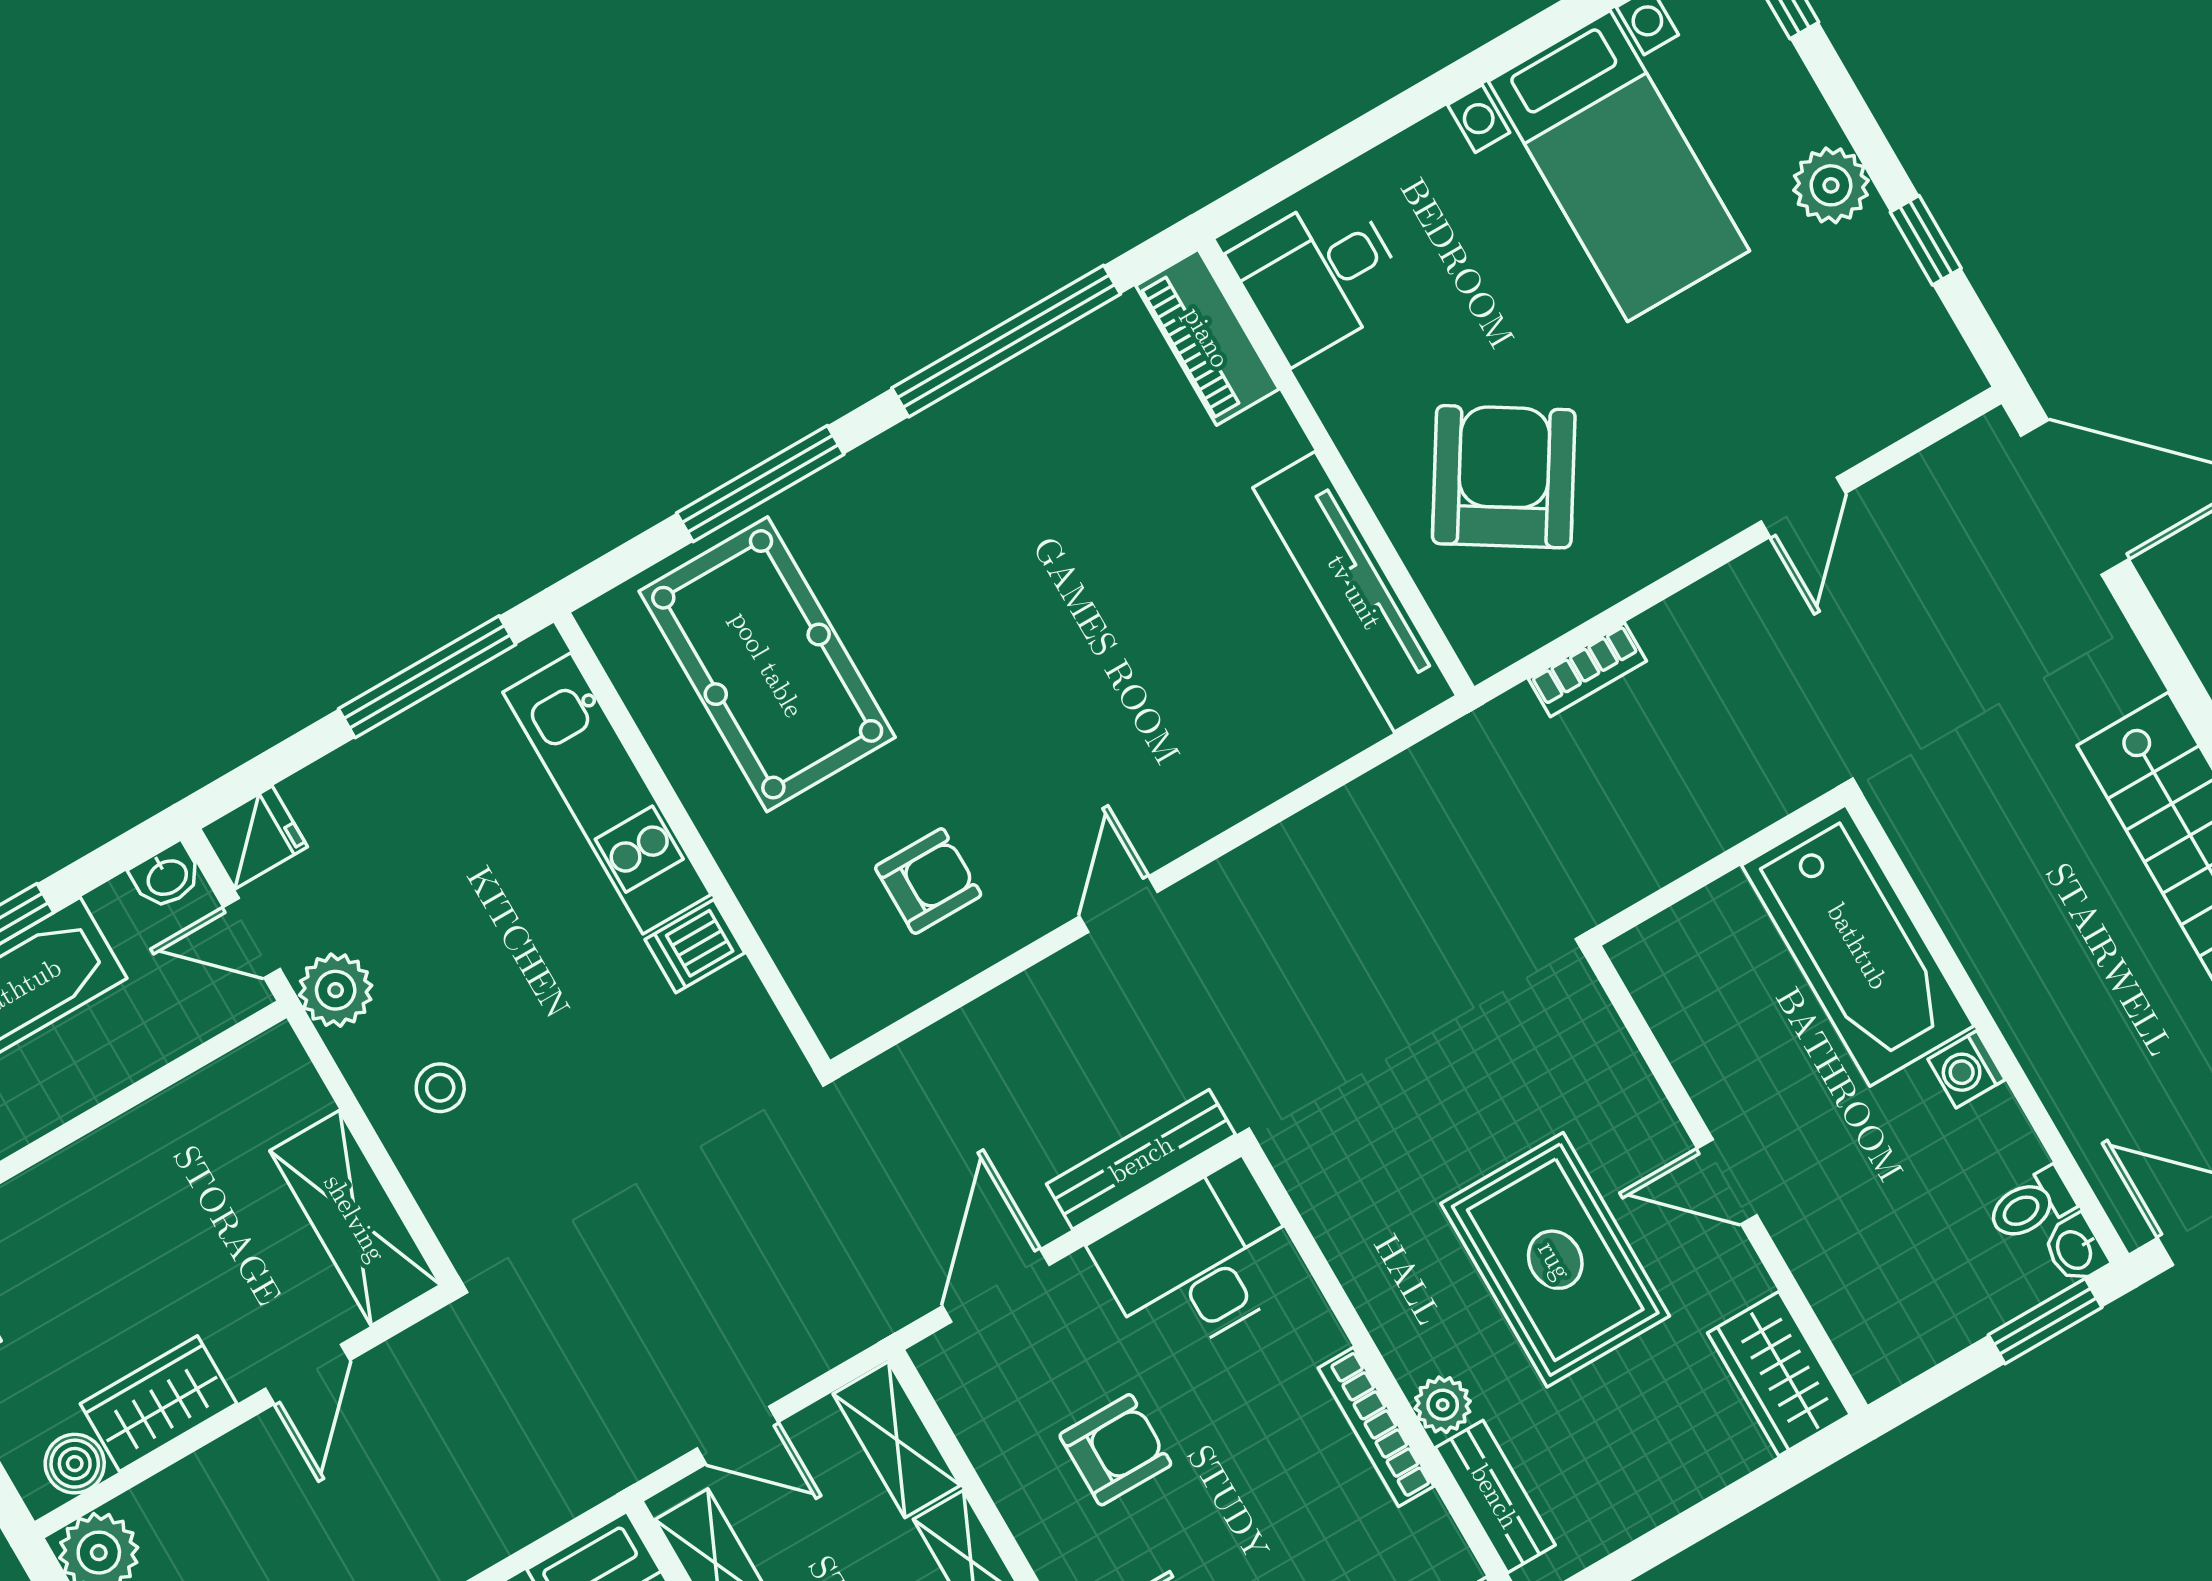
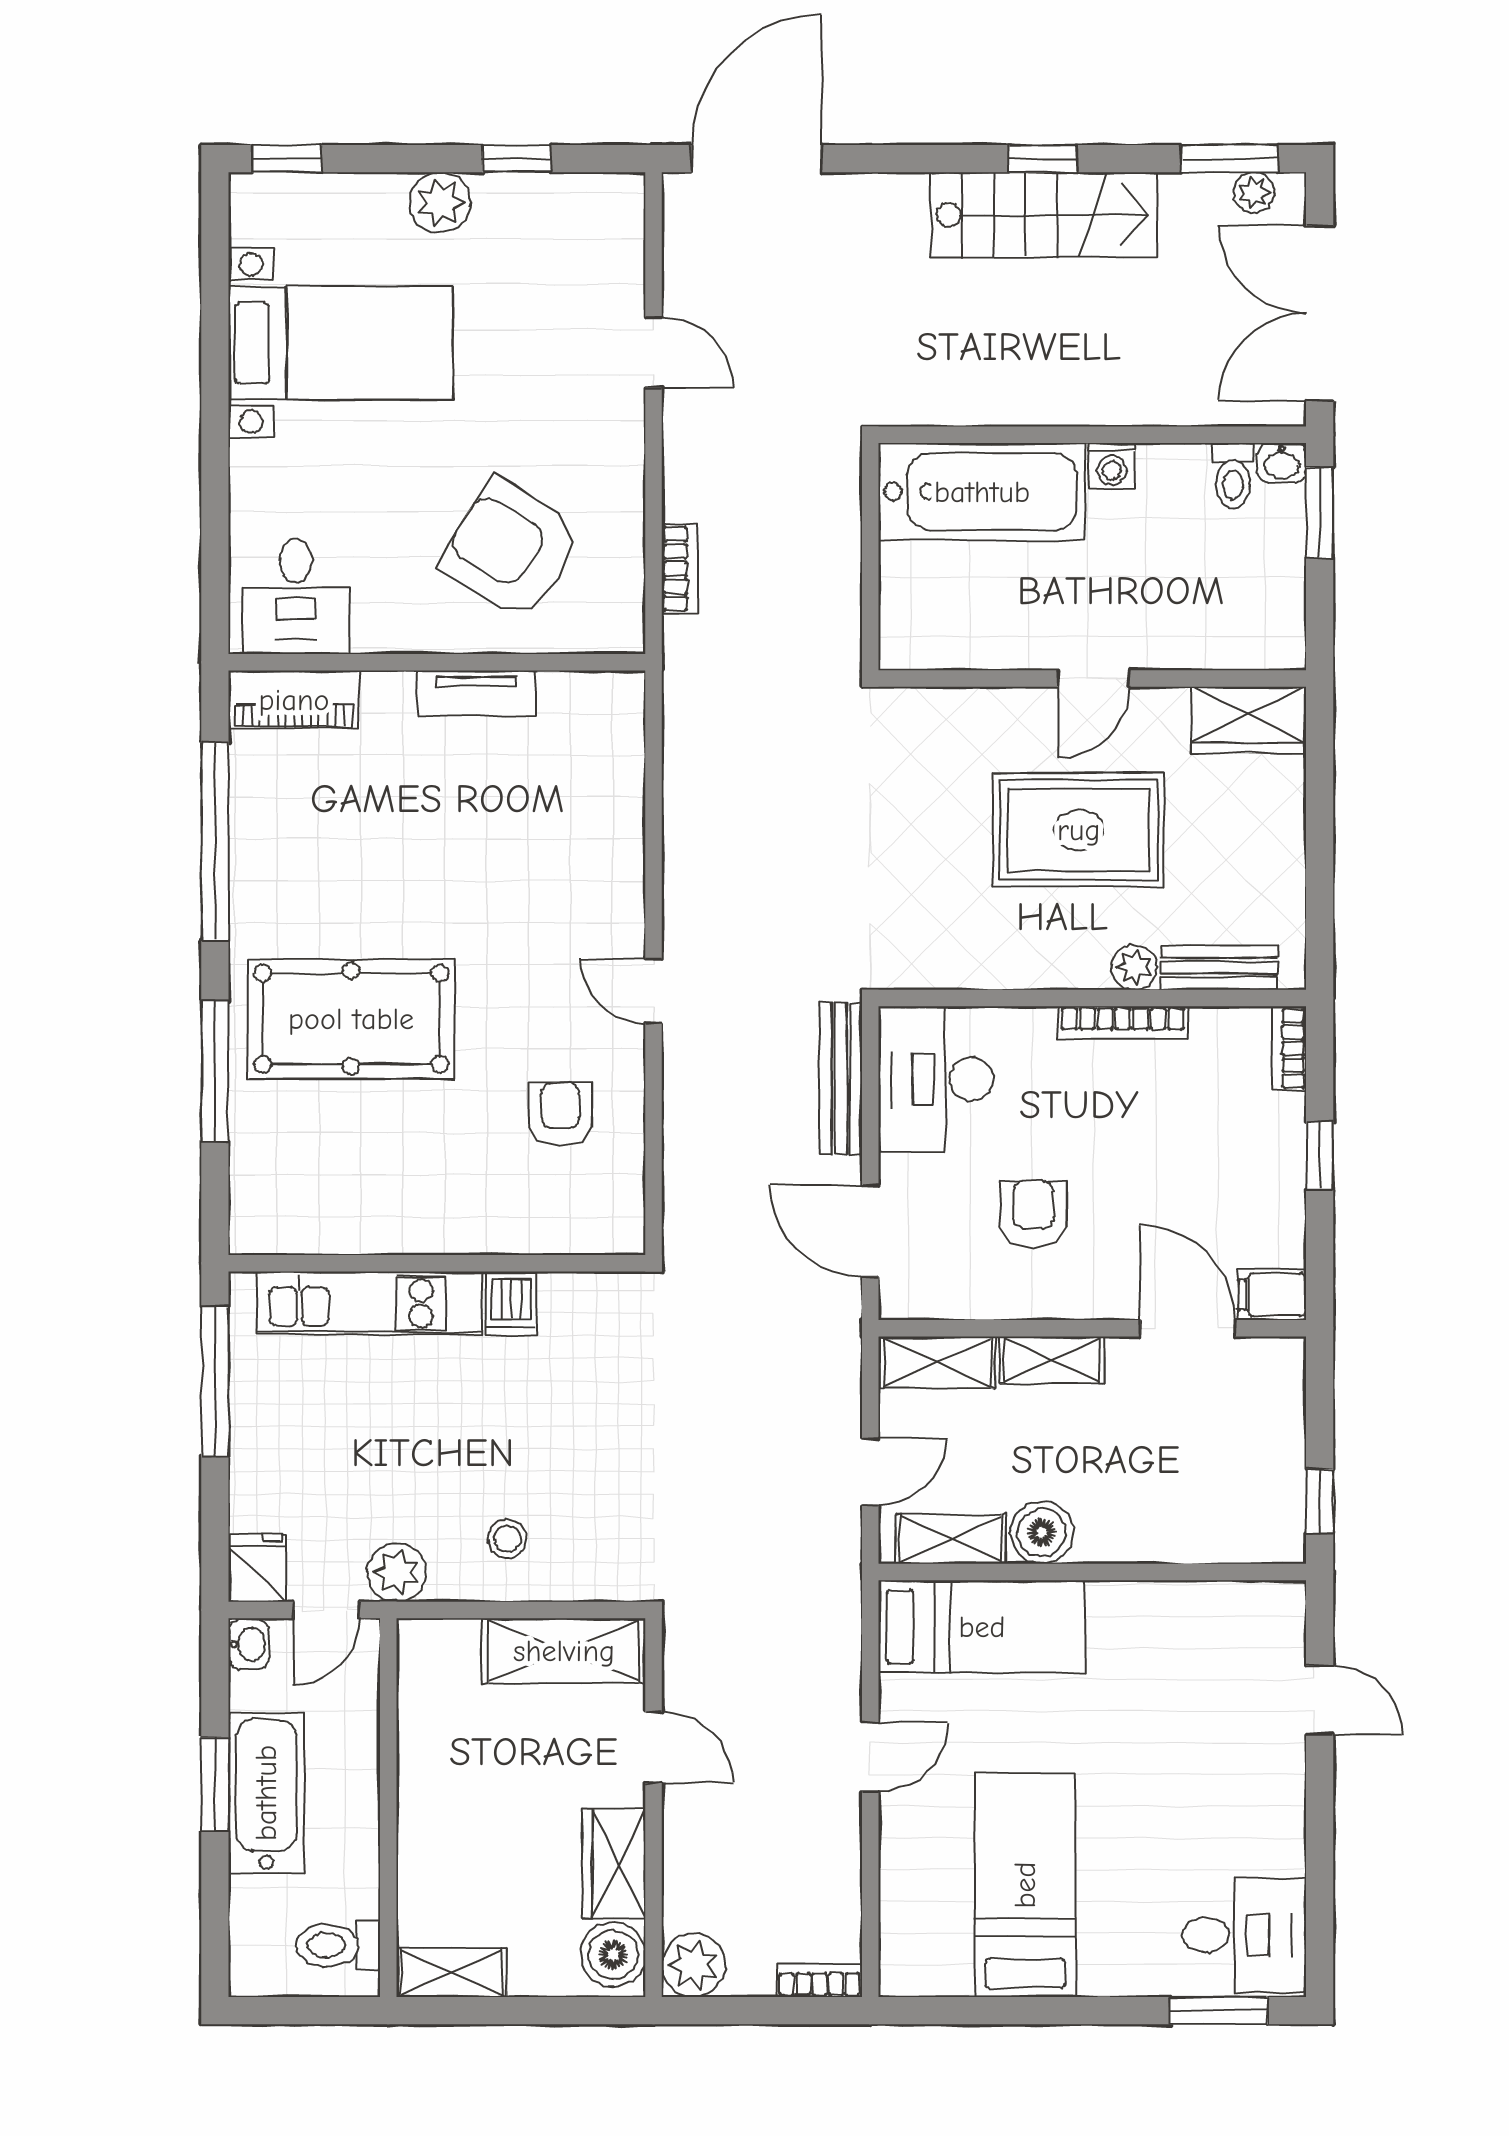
tv unit: (1355, 592) -> (476, 693), width x0.52, depth x0.78
pool table: (767, 664) -> (351, 1019), moved
boiler: (75, 1464) -> (613, 1955), width x1.36, depth x1.36

